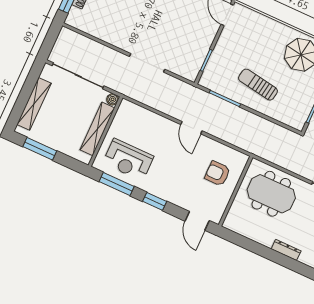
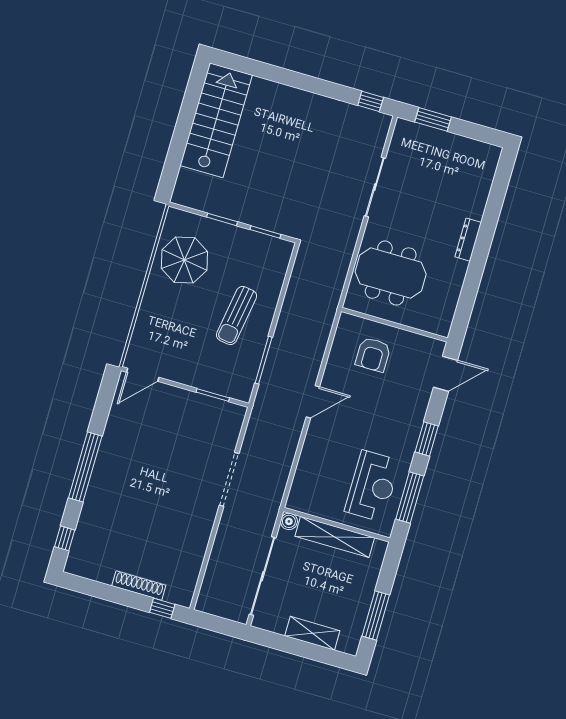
shelving: (34, 104) -> (312, 633), width x0.68
meeting table: (271, 194) -> (391, 273), turned 90

